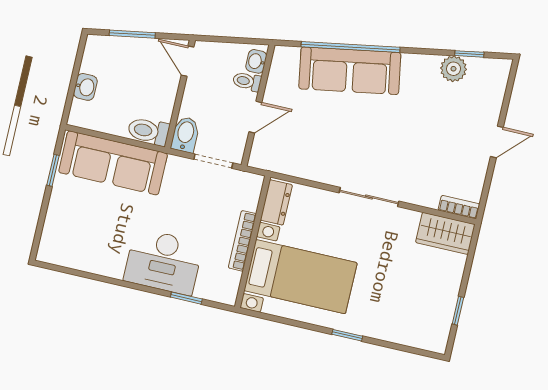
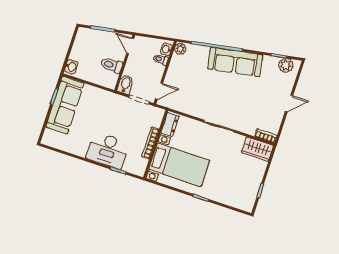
plant: (282, 58) -> (180, 49), added
plant: (453, 69) -> (286, 65), moved
sofa: (350, 71) -> (235, 62), moved
washbasin: (85, 87) -> (71, 67), moved
door: (255, 117) -> (159, 91), moved
toilet: (148, 131) -> (111, 65), moved
sofa: (113, 163) -> (65, 105), moved, turned -90

